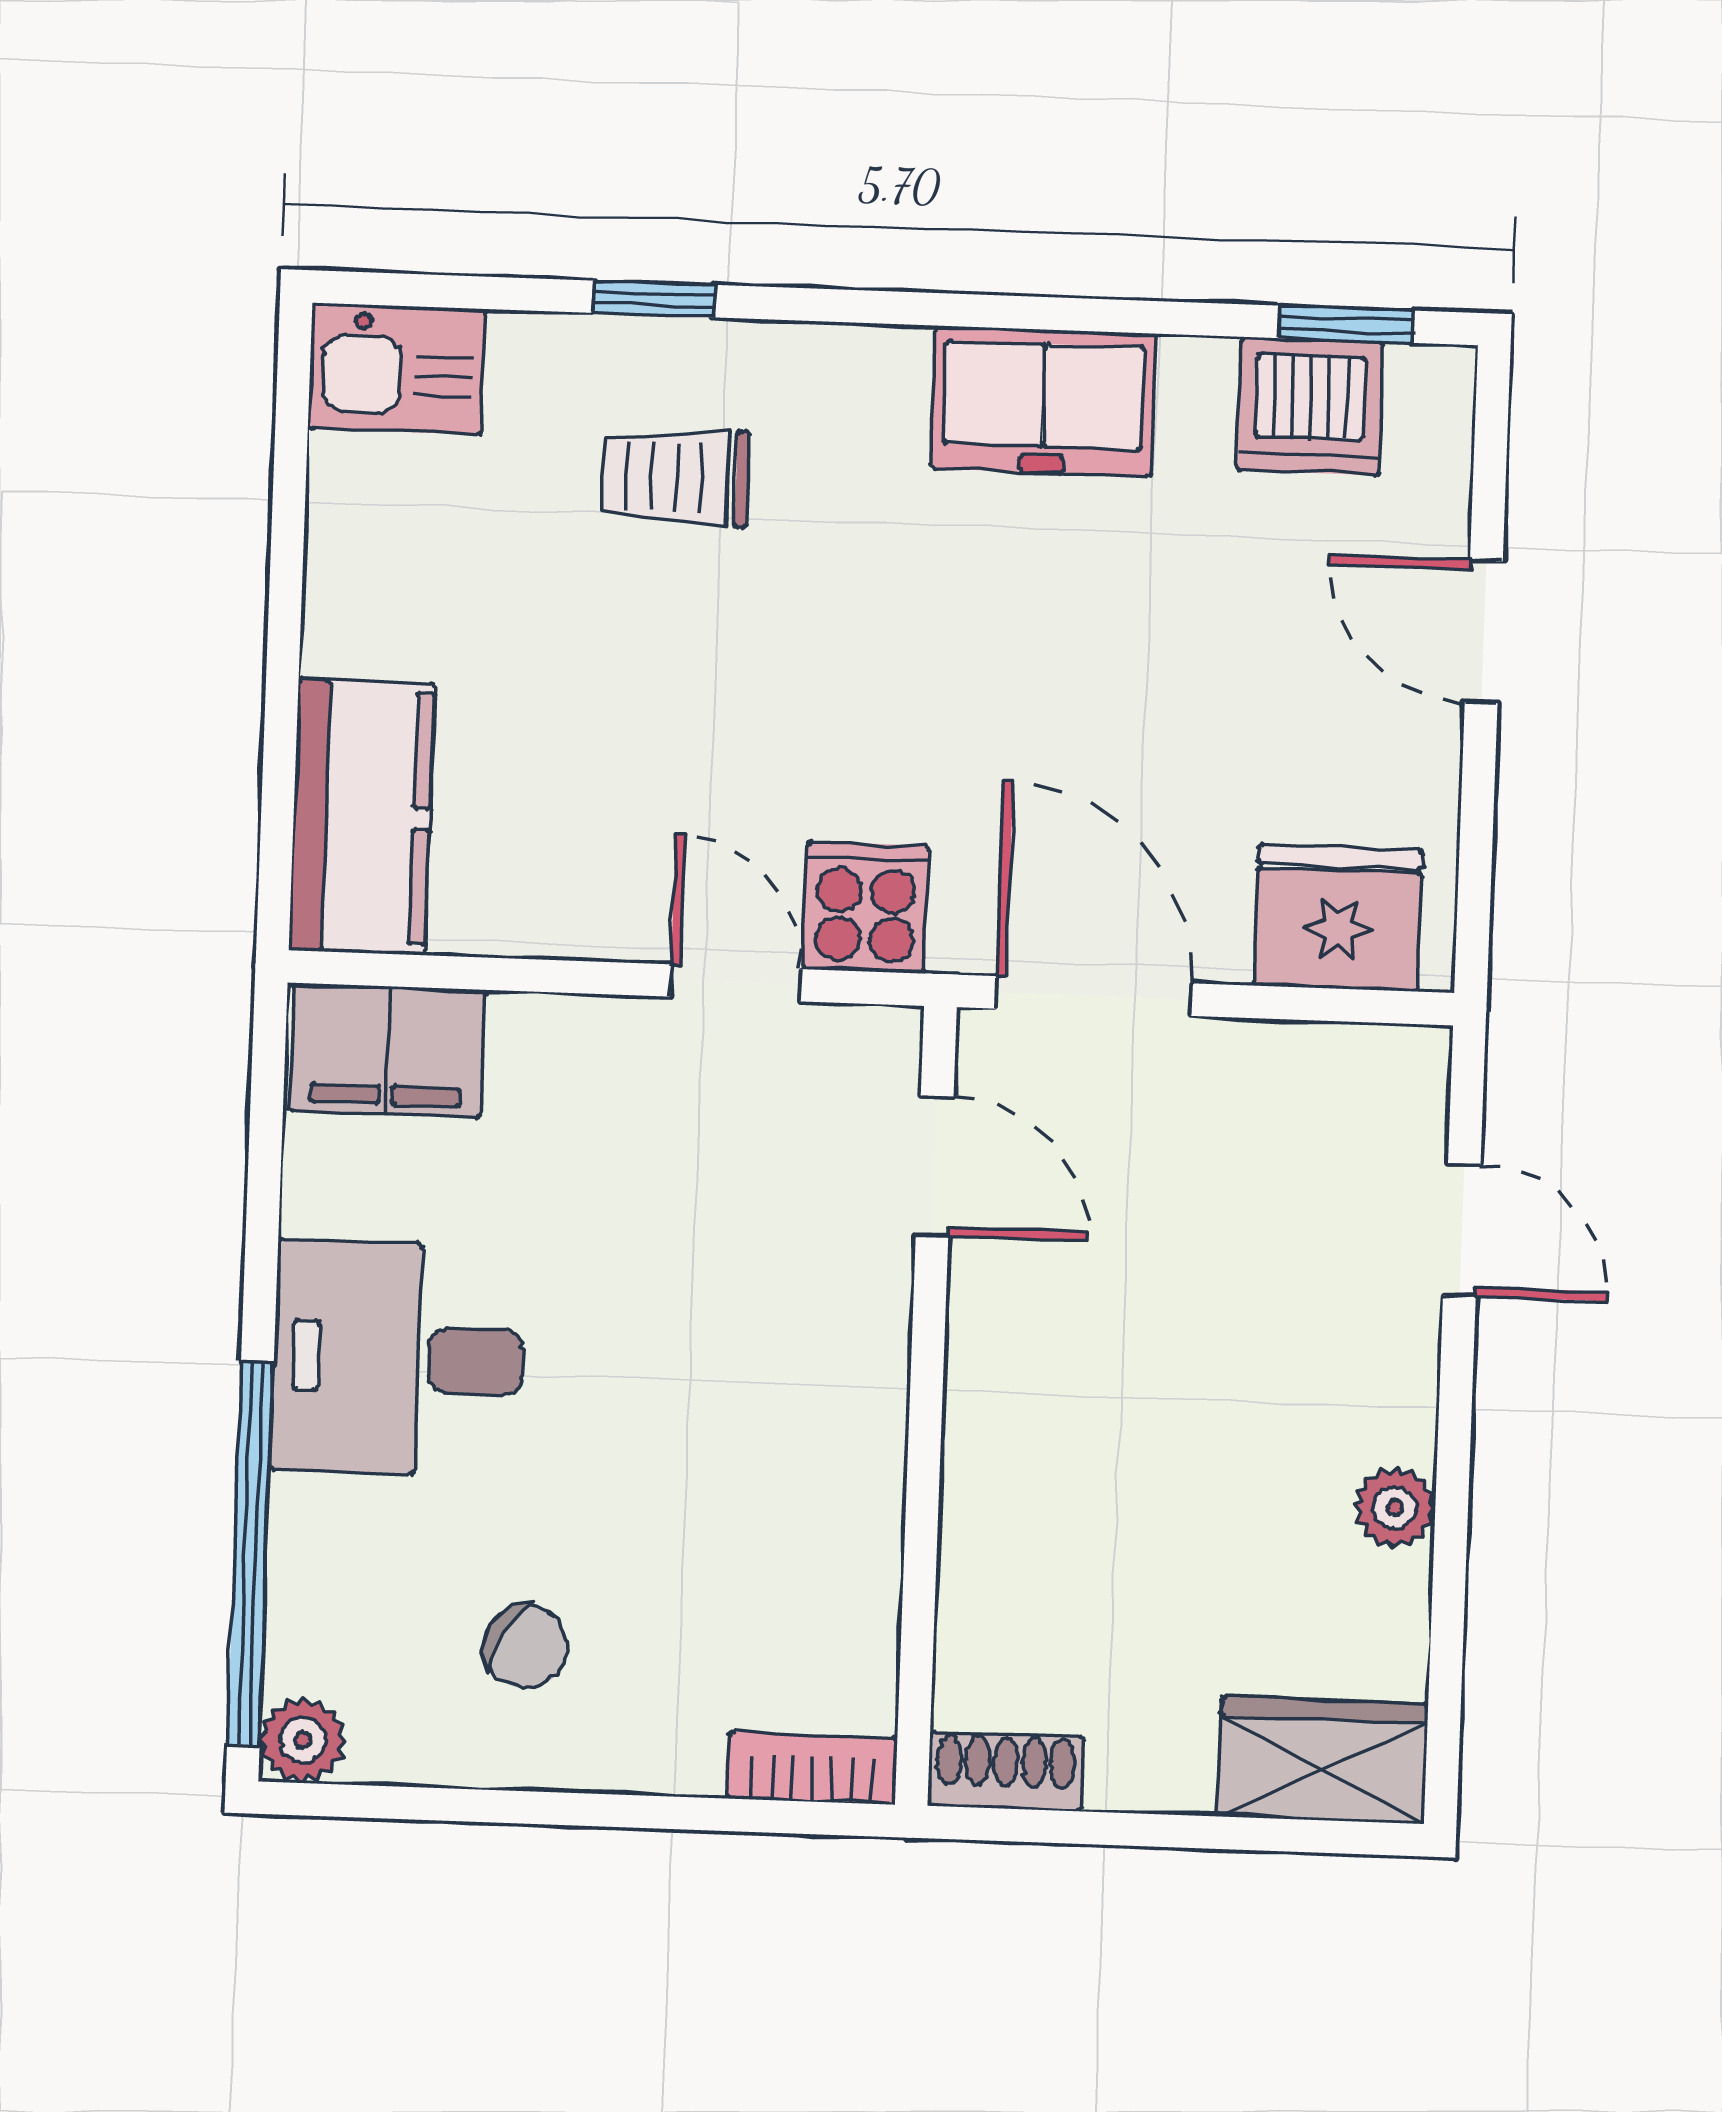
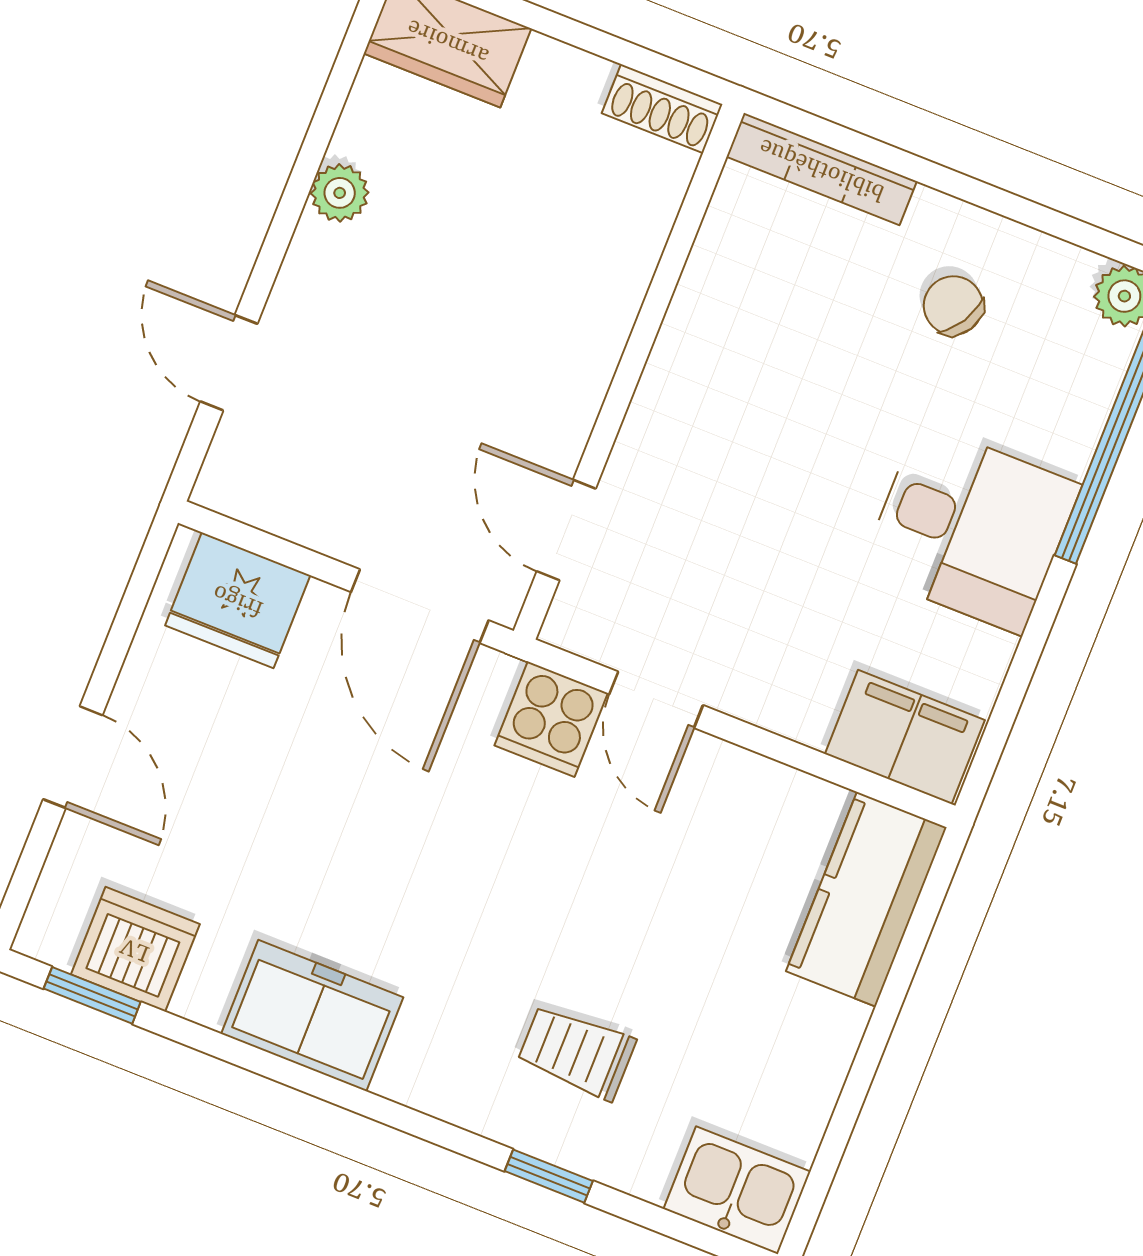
trolley: (675, 477) -> (576, 1052), turned 180
bookcase: (812, 1768) -> (822, 169), width x1.56

